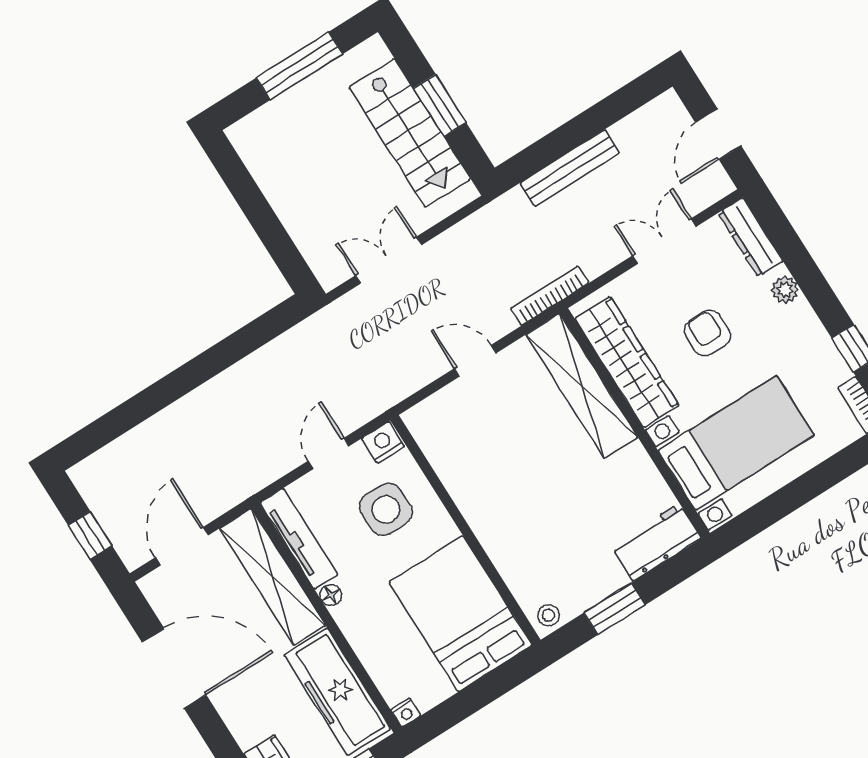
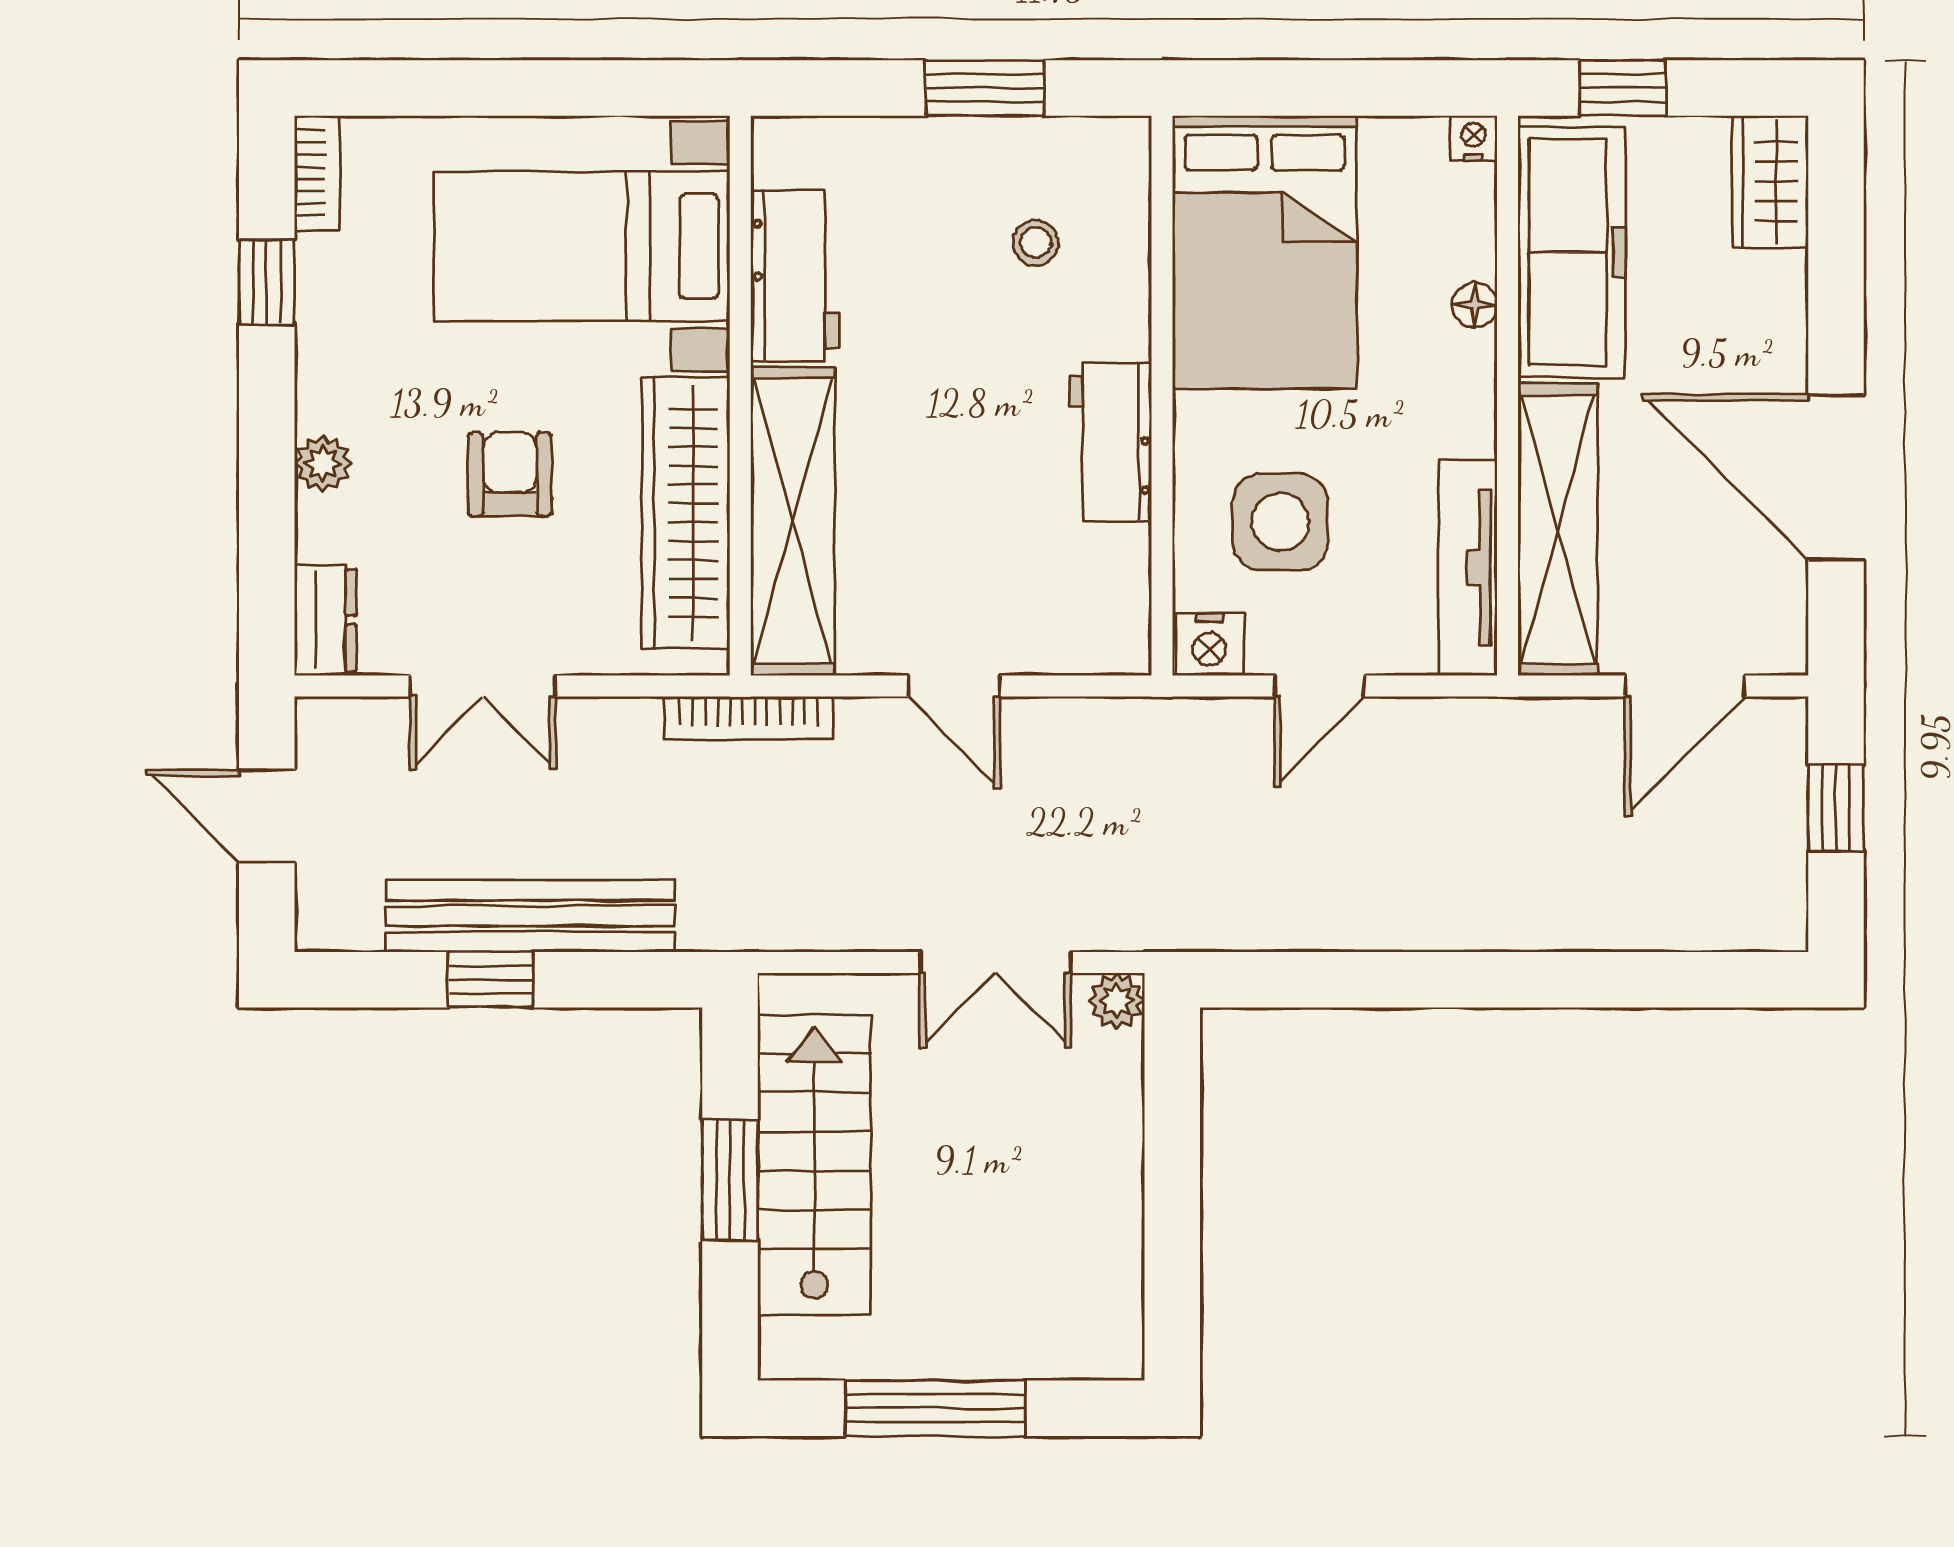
window: (587, 125) -> (491, 980), added
door: (718, 134) -> (267, 816), swing flipped
bench: (570, 168) -> (530, 916), width x1.37, depth x1.21
dresser: (750, 237) -> (326, 620), width x0.70
plant: (330, 276) -> (1117, 1001), added
armchair: (707, 333) -> (510, 474), turned 180
workbench: (474, 498) -> (1111, 442), added
workbench: (656, 542) -> (795, 276), moved, turned -90
floor lamp: (331, 595) -> (1475, 305), moved
stool: (549, 615) -> (1036, 243), moved

